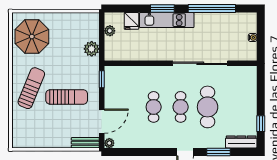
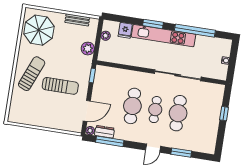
kitchen unit: (167, 20) -> (163, 36), width x1.36
cafe table: (154, 107) -> (132, 106), width x1.37, depth x1.35
window: (261, 124) -> (224, 114), moved
dresser: (241, 142) -> (105, 132), moved, width x0.70
bench: (85, 143) -> (77, 20), moved
window: (134, 152) -> (110, 141), added

